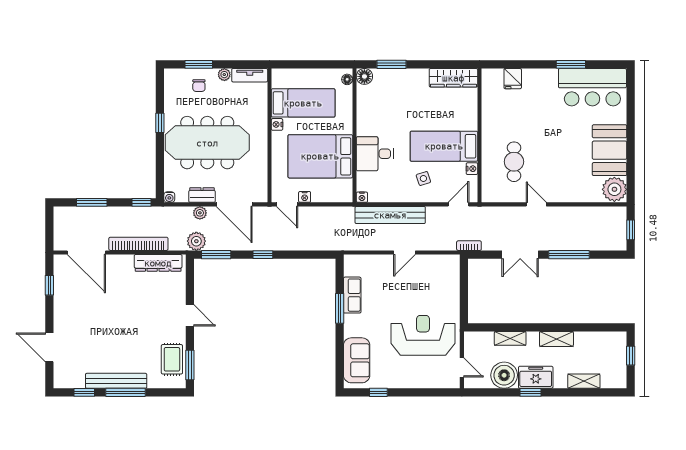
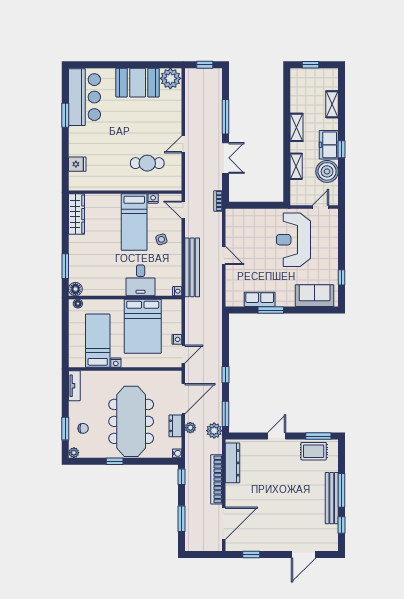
plant: (224, 75) -> (74, 453), moved

